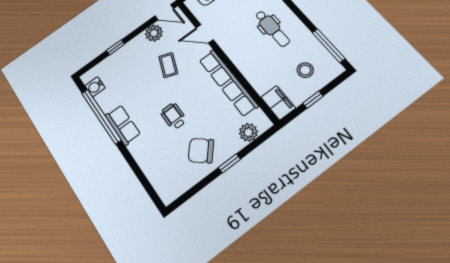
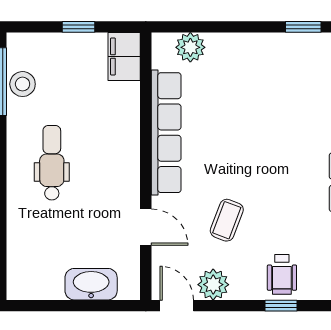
stool: (305, 70) -> (23, 84), moved
wheelchair: (174, 116) -> (282, 274), moved
chair: (201, 151) -> (267, 70), removed
window: (229, 163) -> (303, 27), moved

